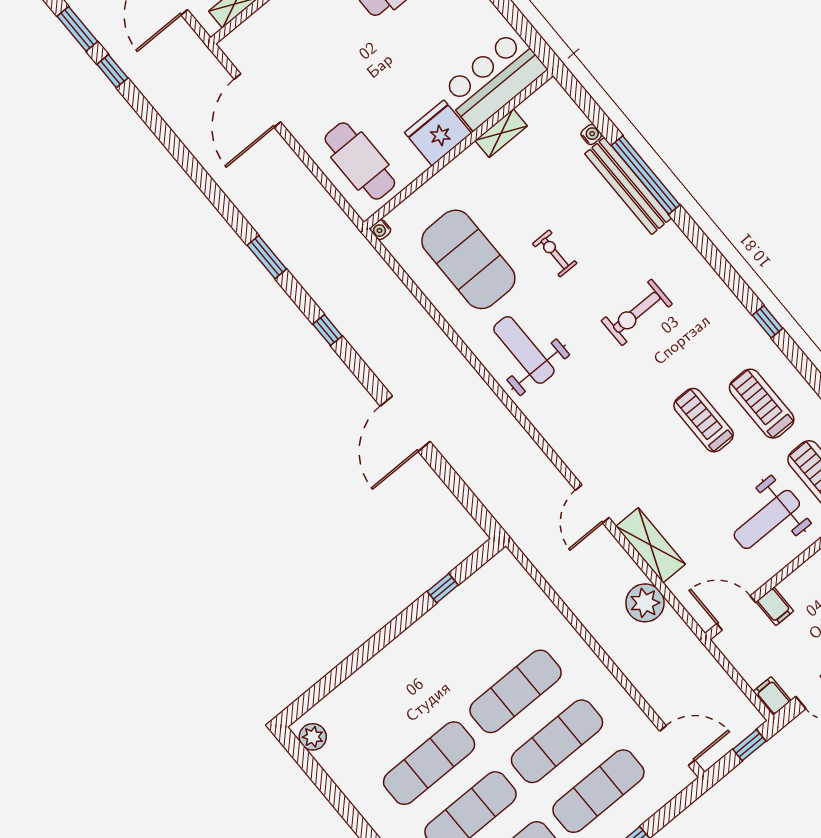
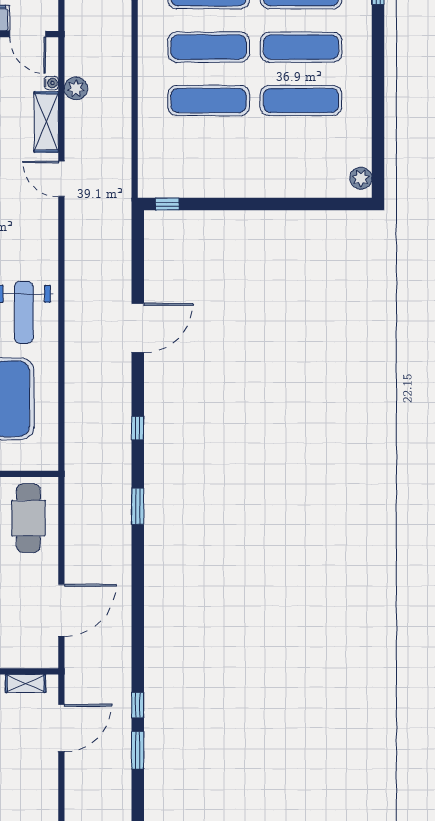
water cooler: (381, 230) -> (51, 83), moved
door: (592, 504) -> (61, 179), swing flipped
window: (443, 588) -> (167, 204), moved
plant: (645, 603) -> (76, 88), width x0.73, depth x0.73

